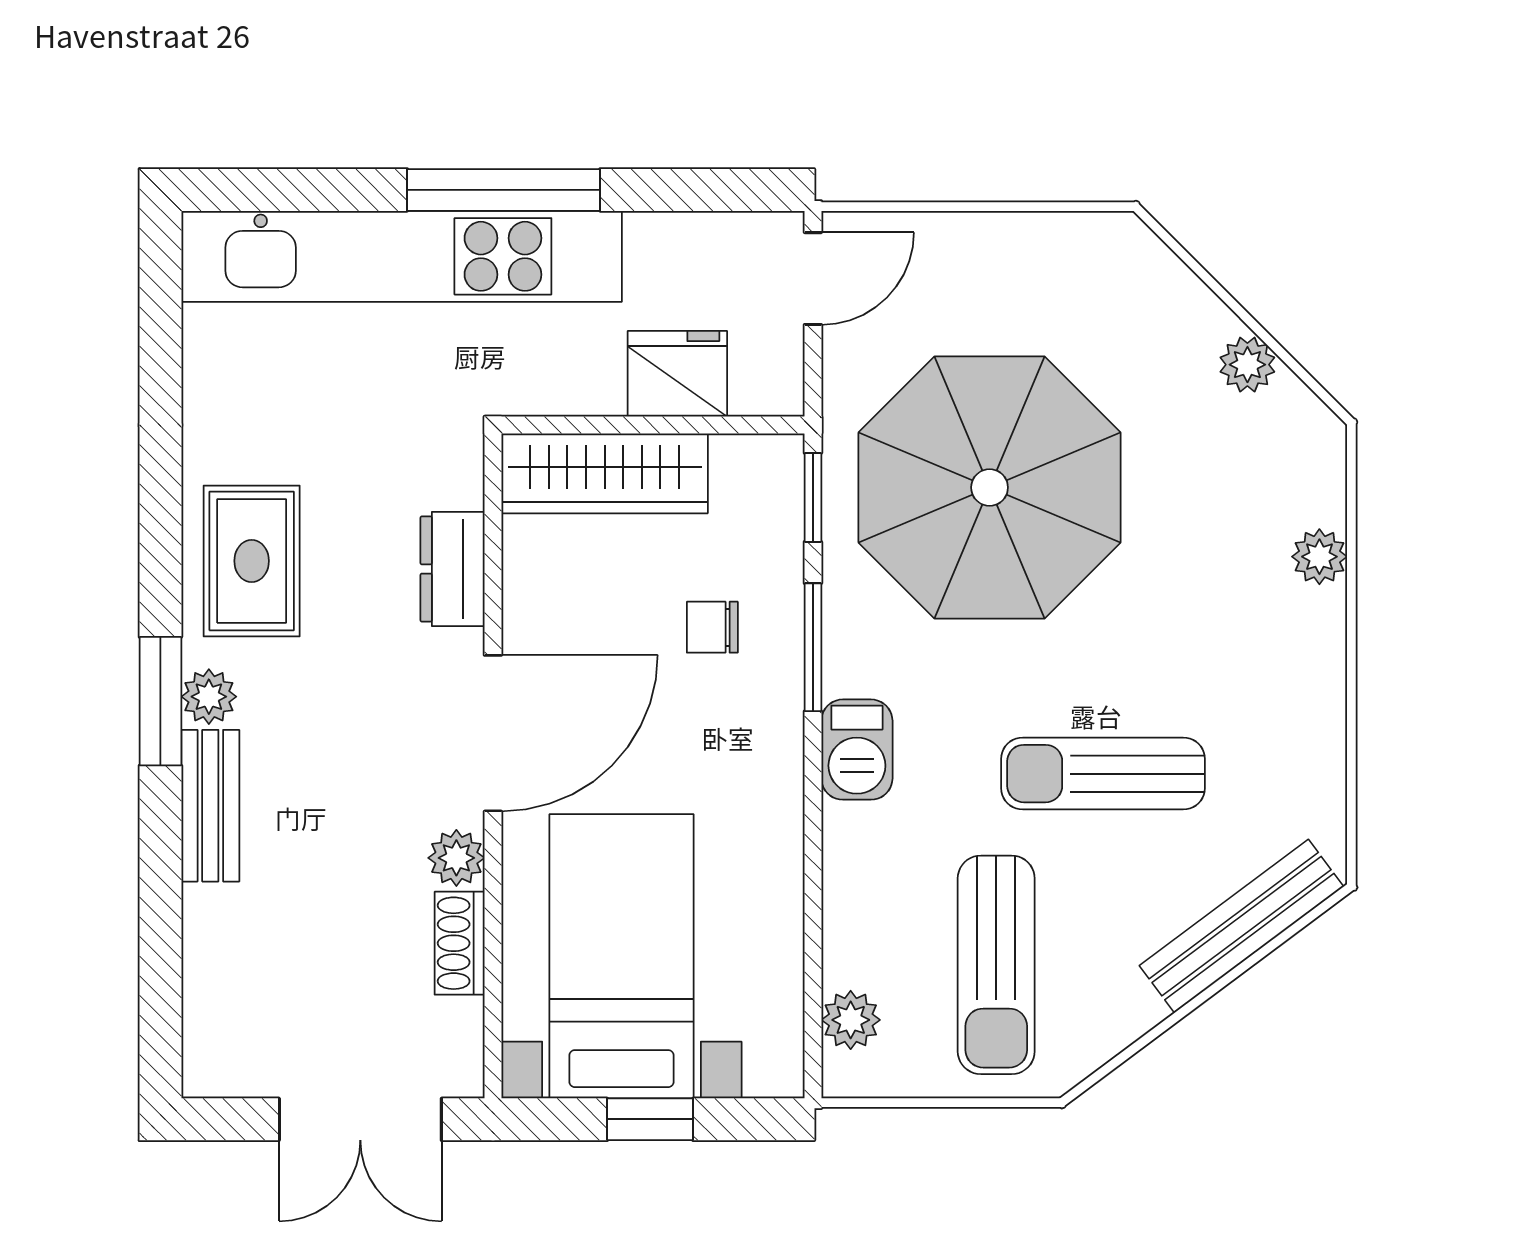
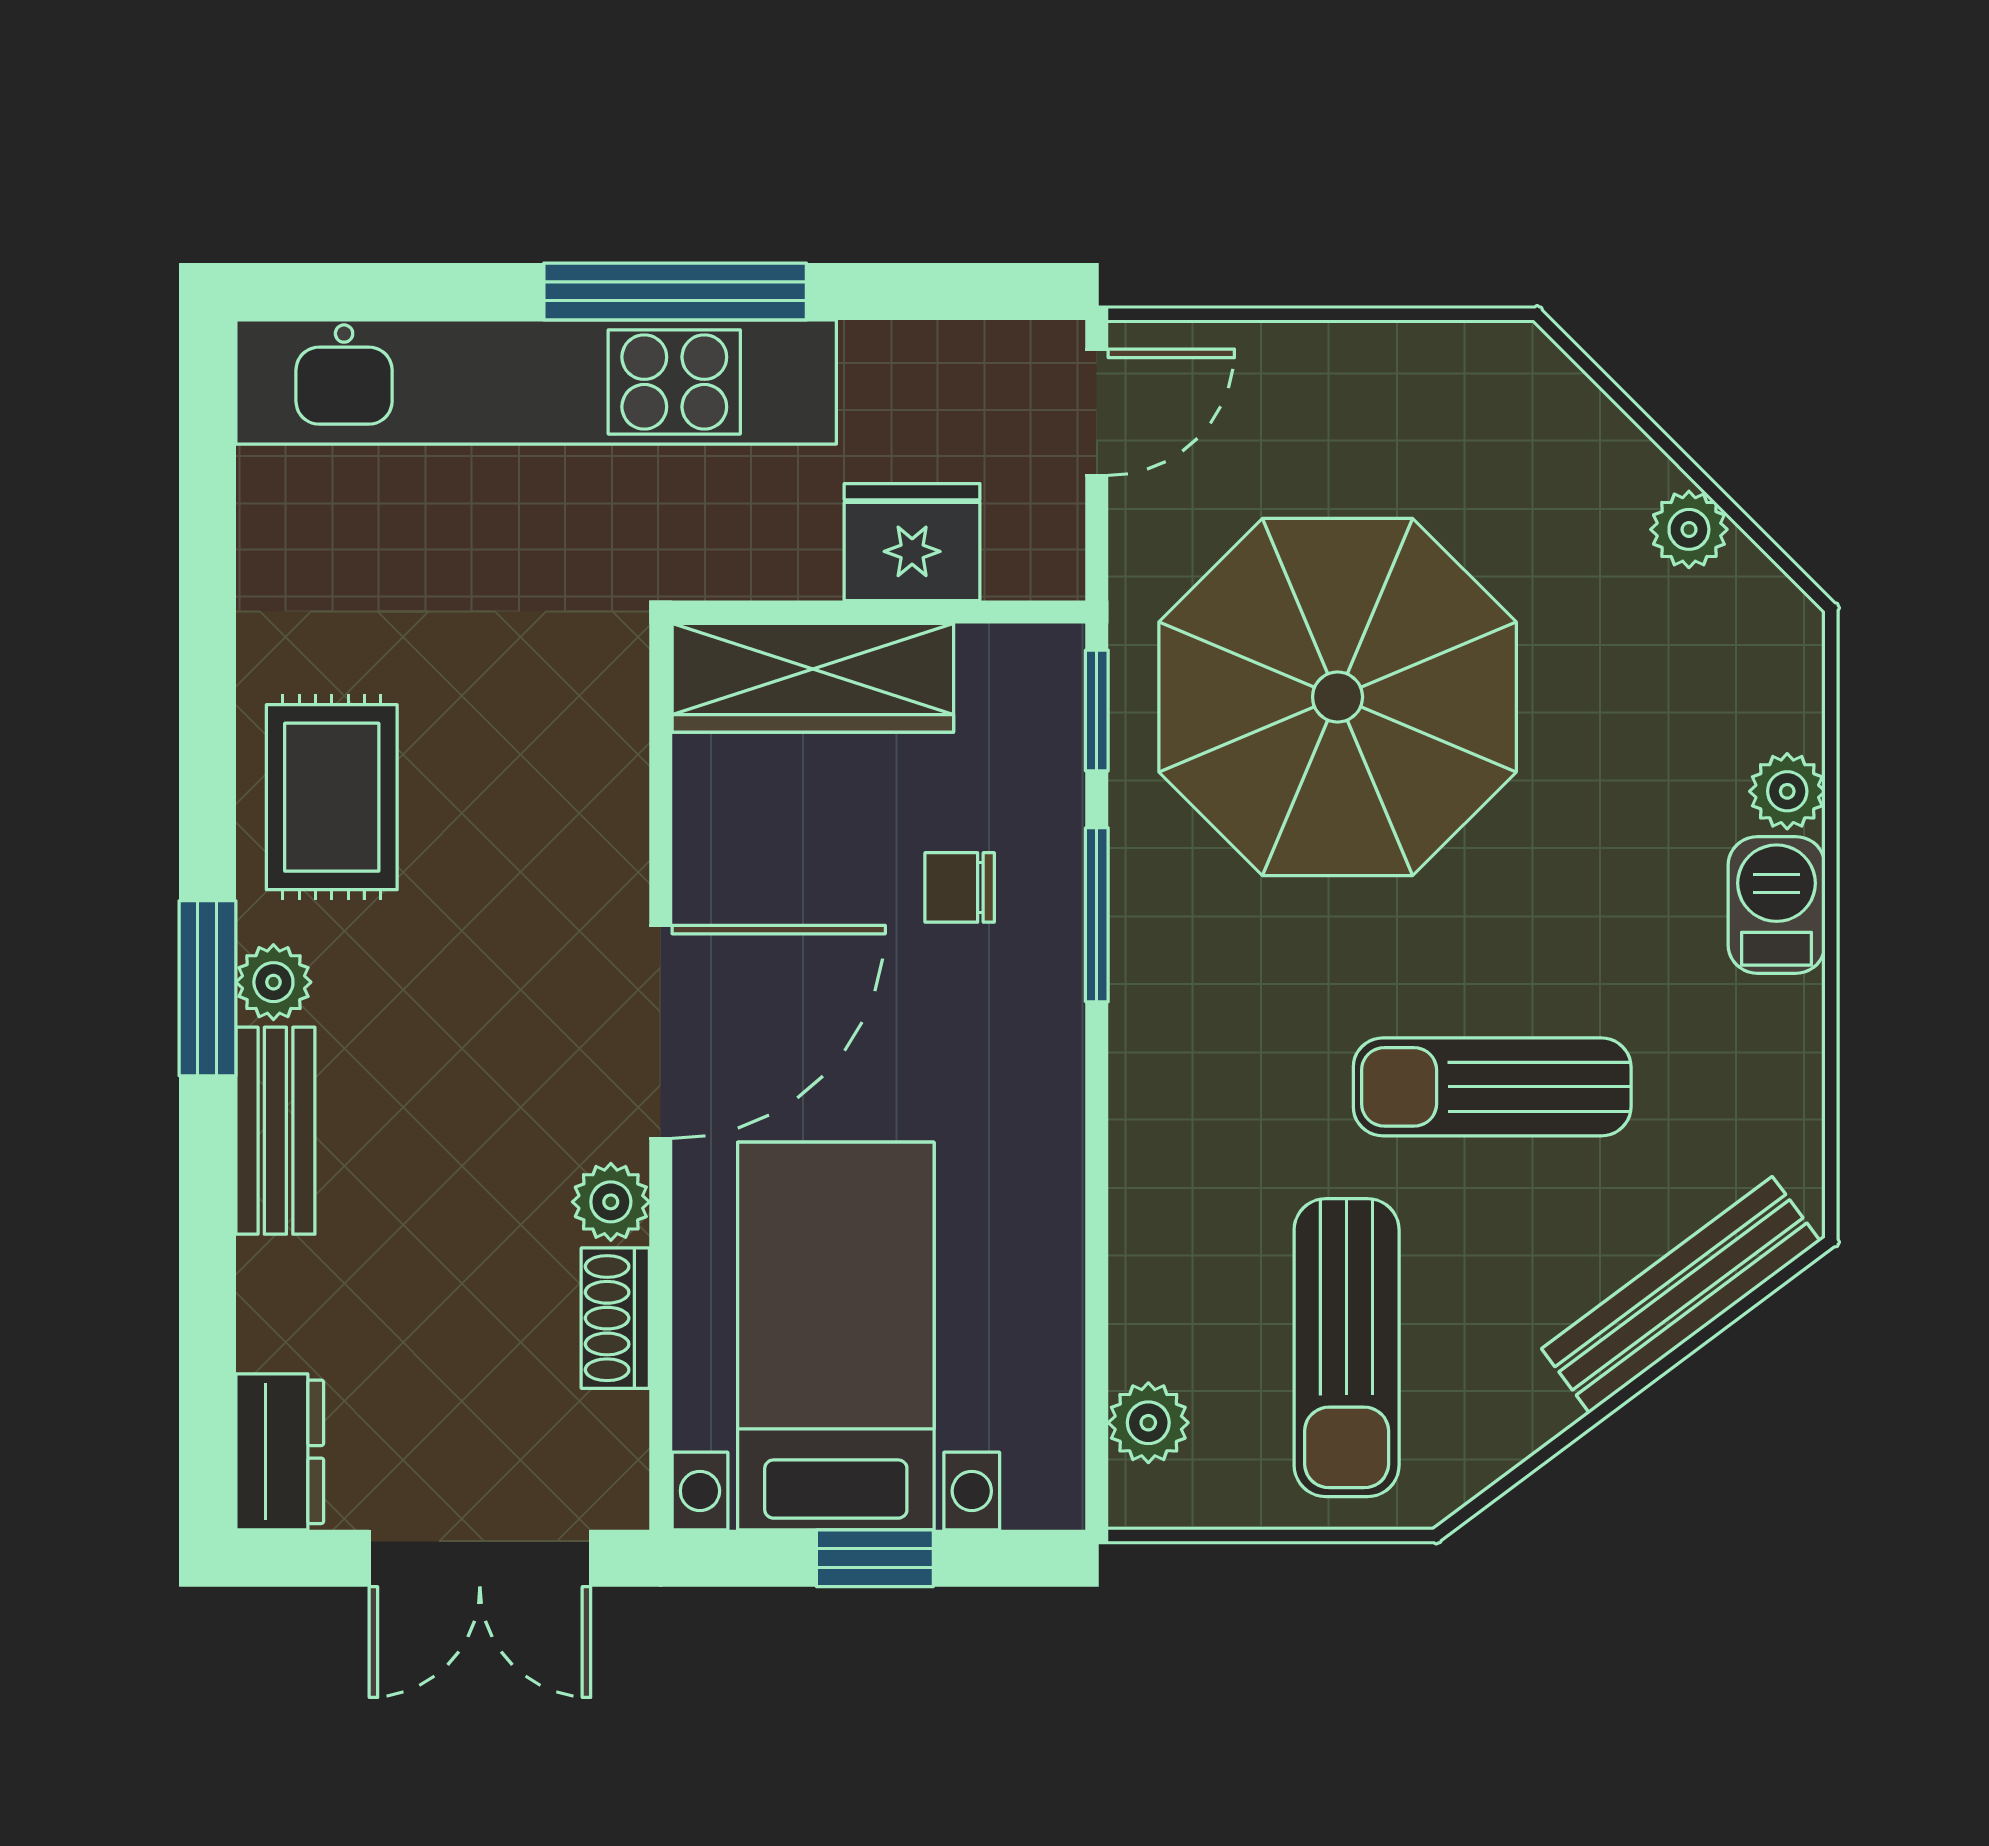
dresser: (452, 569) -> (280, 1452), moved, turned 180
barbecue: (857, 750) -> (1777, 905), moved, turned 180

